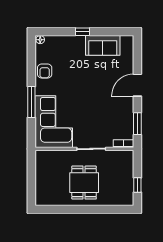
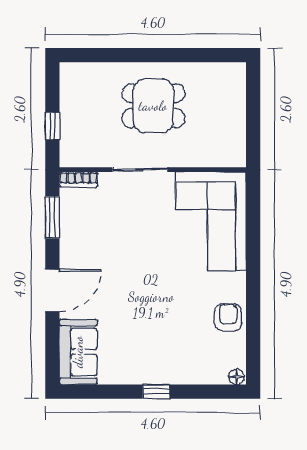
sofa: (103, 45) -> (78, 352), moved, turned 90
window: (31, 102) -> (253, 258), removed
dining table: (84, 183) -> (153, 106), turned 90
window: (137, 185) -> (52, 126), moved

